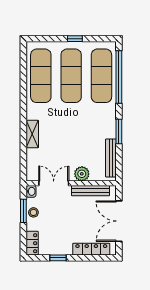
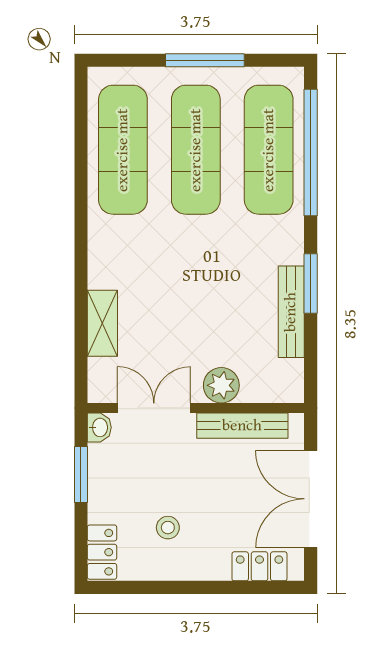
window: (75, 39) -> (205, 60), width x2.17
shelving: (32, 134) -> (102, 323), moved
bench: (111, 158) -> (291, 312), moved
stool: (33, 212) -> (168, 528), moved
locker: (91, 249) -> (259, 566), width x0.66
window: (58, 258) -> (164, 587), removed

